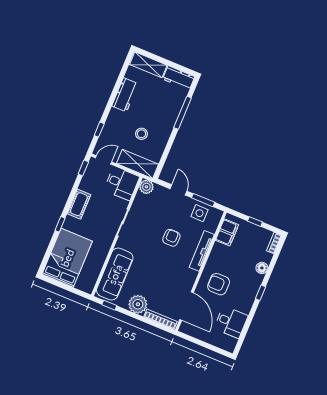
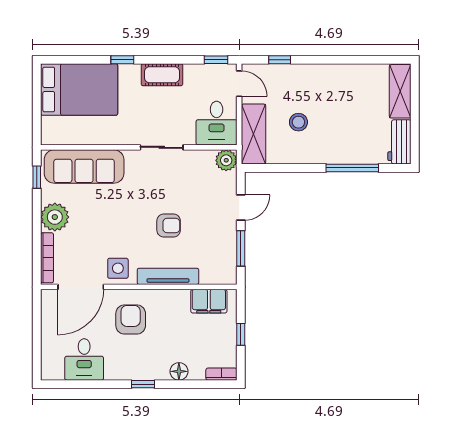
workbench: (125, 95) -> (344, 76), removed
side table: (199, 213) -> (118, 268), moved

